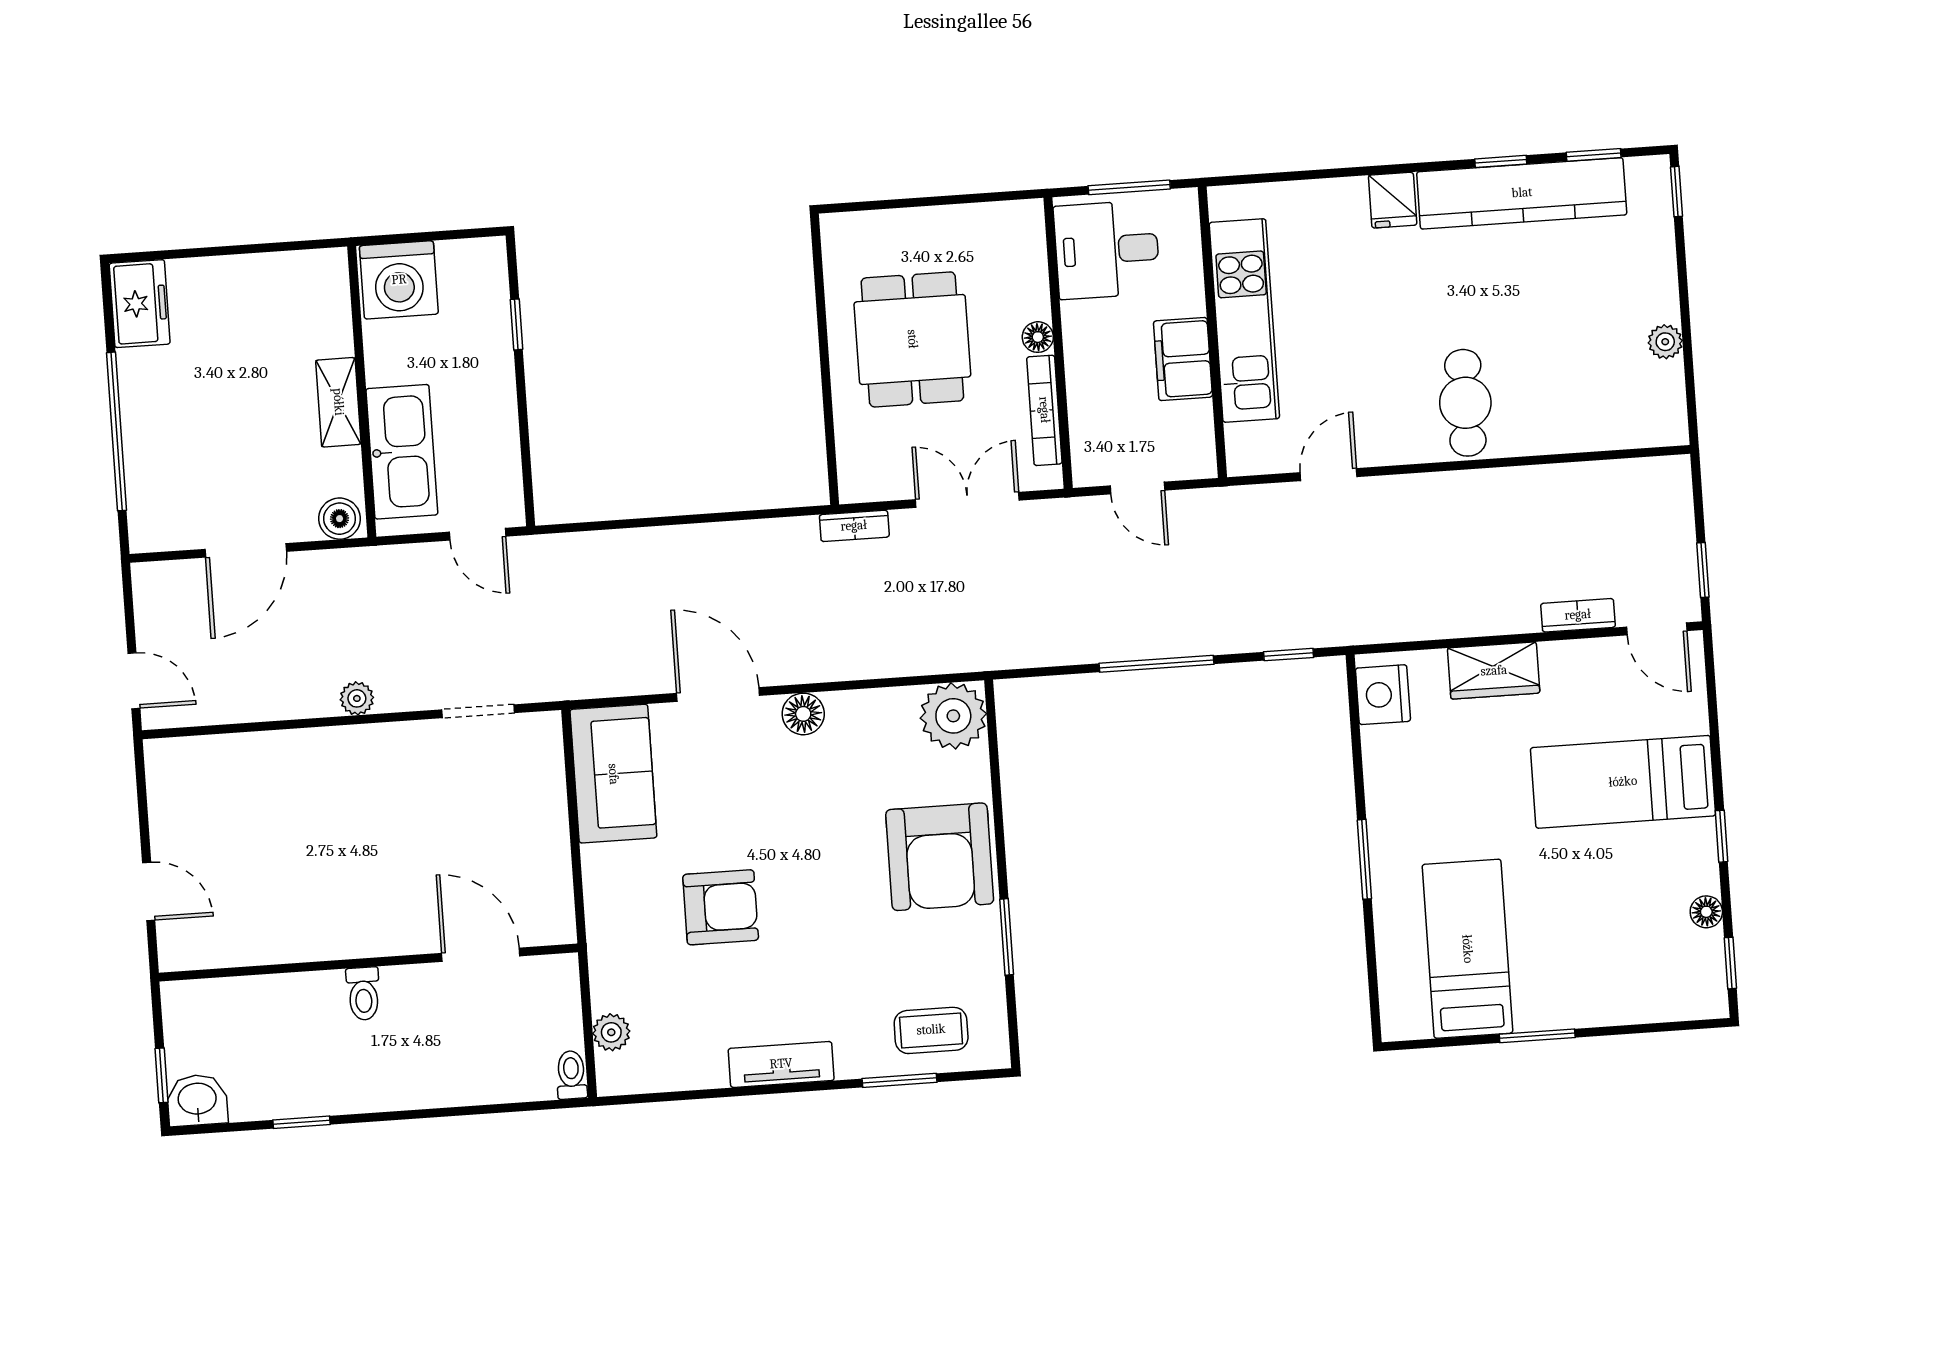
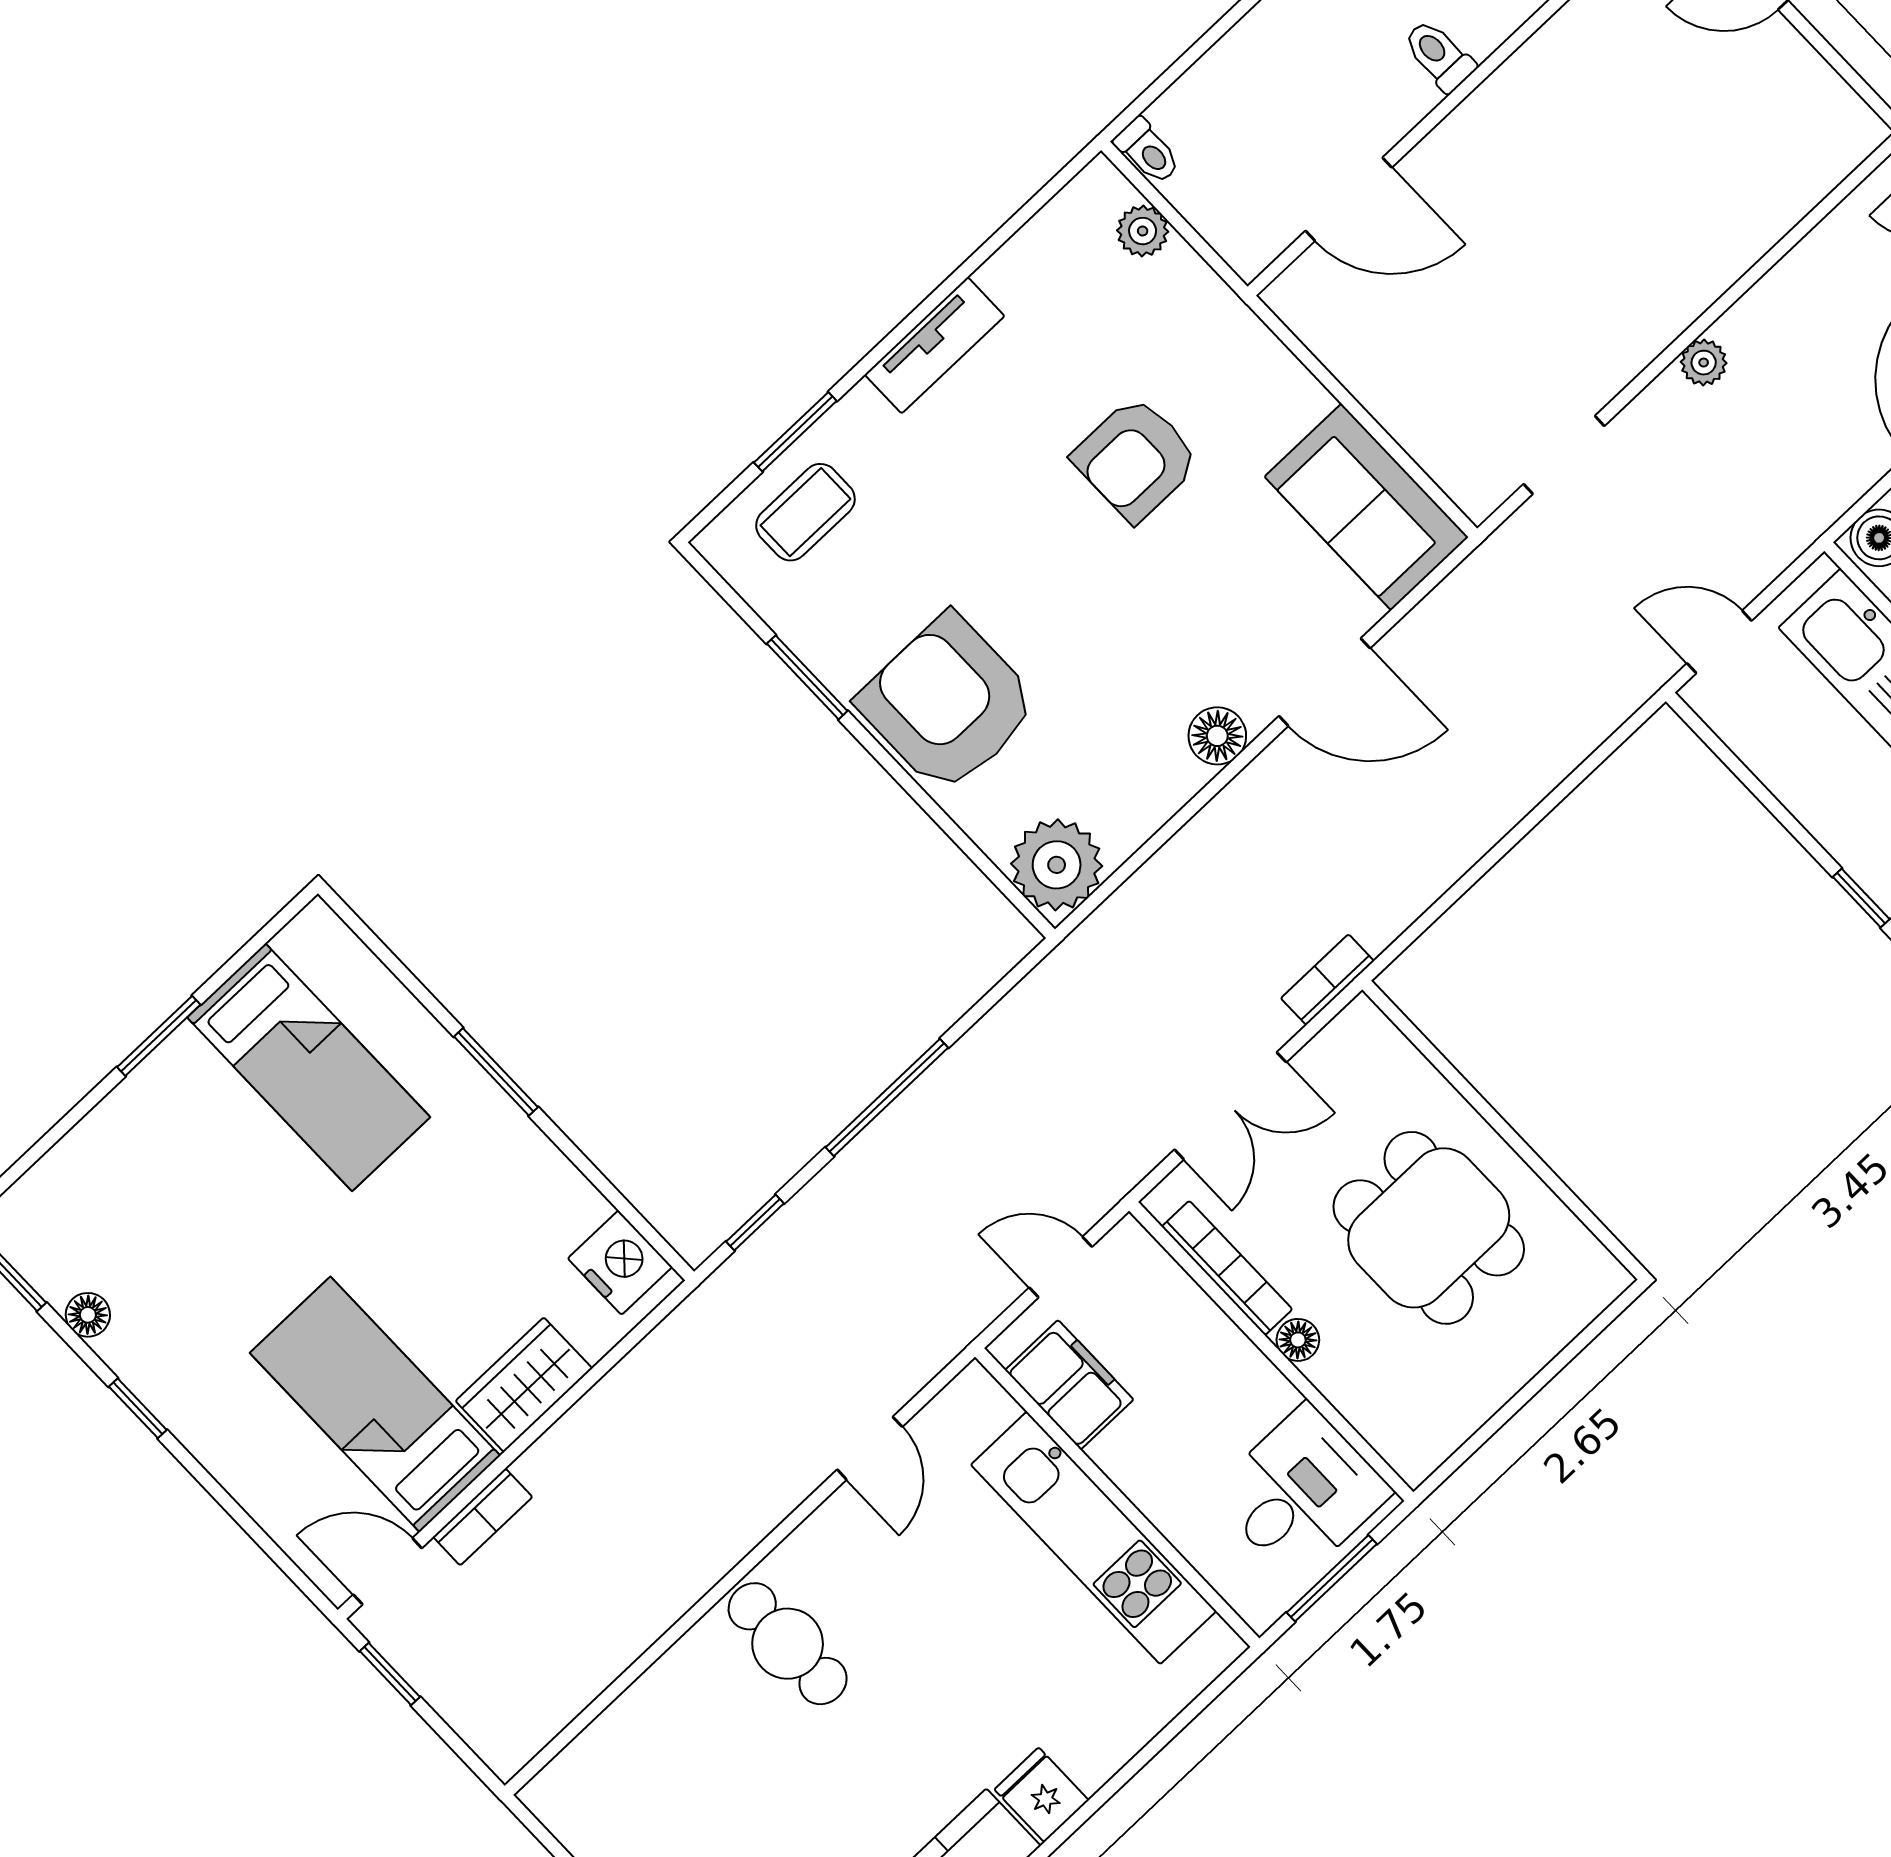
filing cabinet: (1183, 359) -> (1069, 1385), moved
bed: (1623, 782) -> (375, 1404), moved, turned -90

